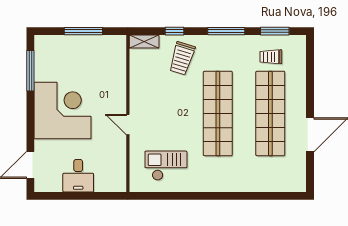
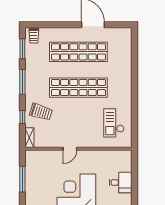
trolley: (271, 57) -> (34, 36), moved
door: (128, 125) -> (70, 149), moved

